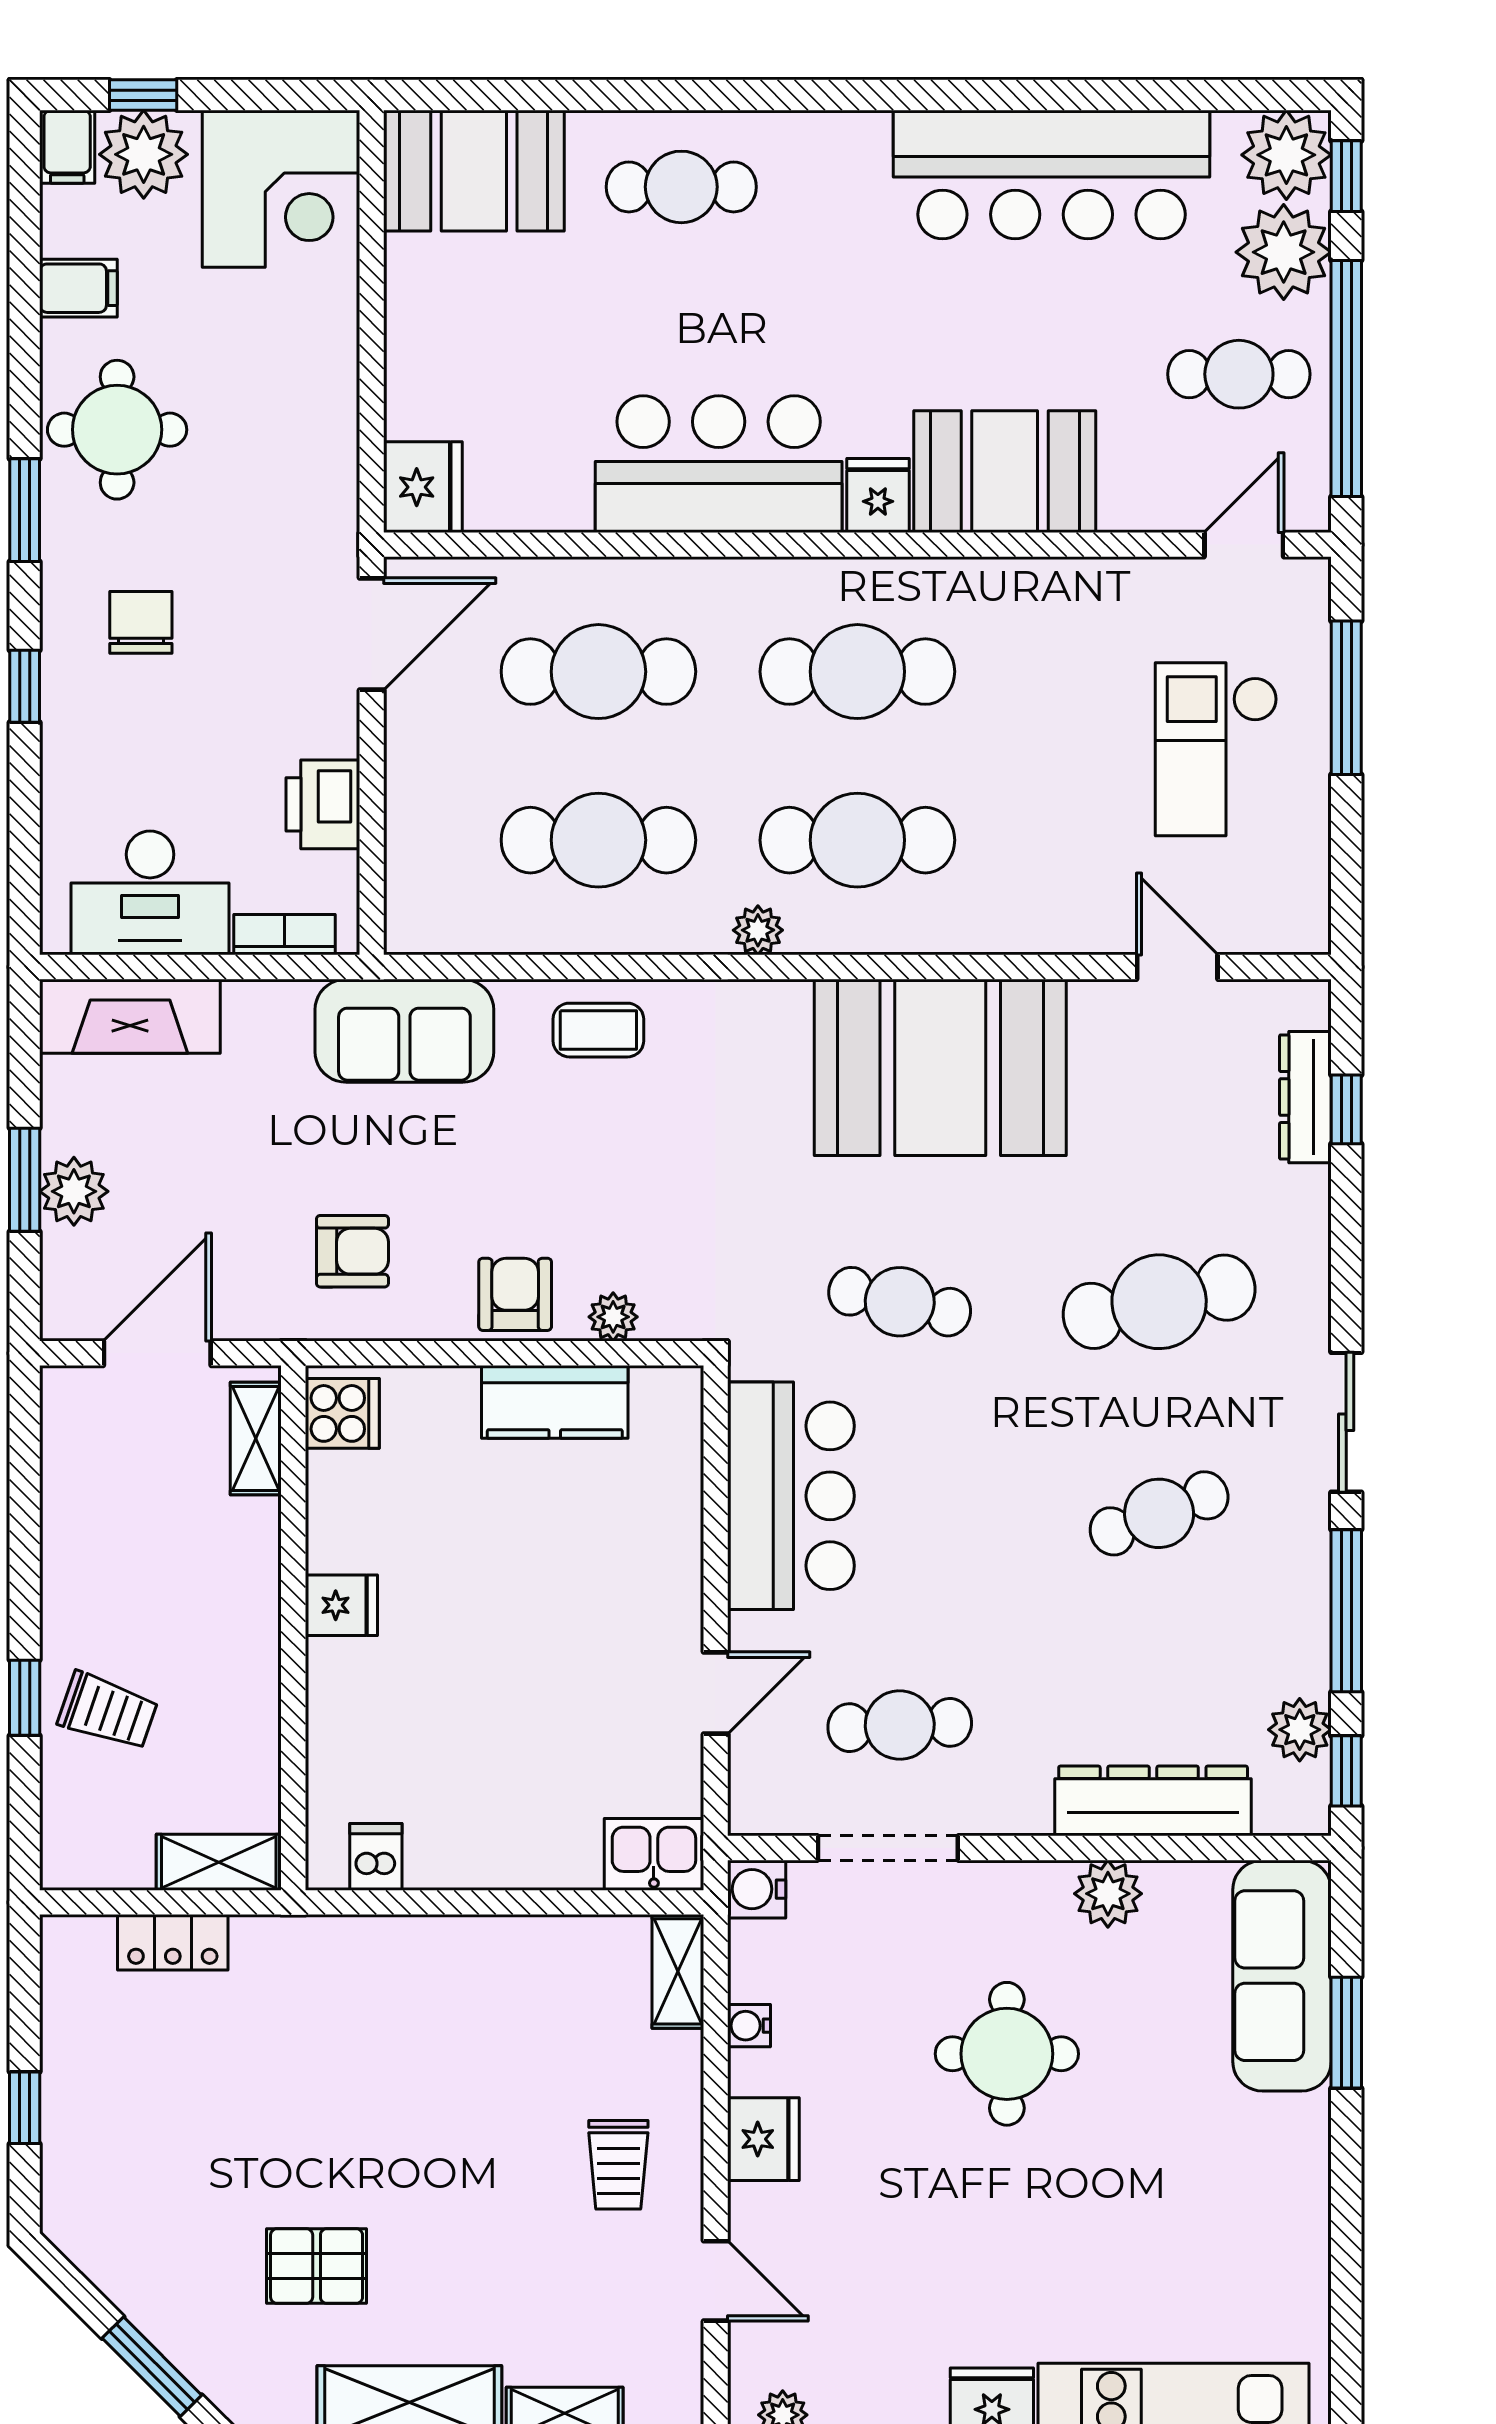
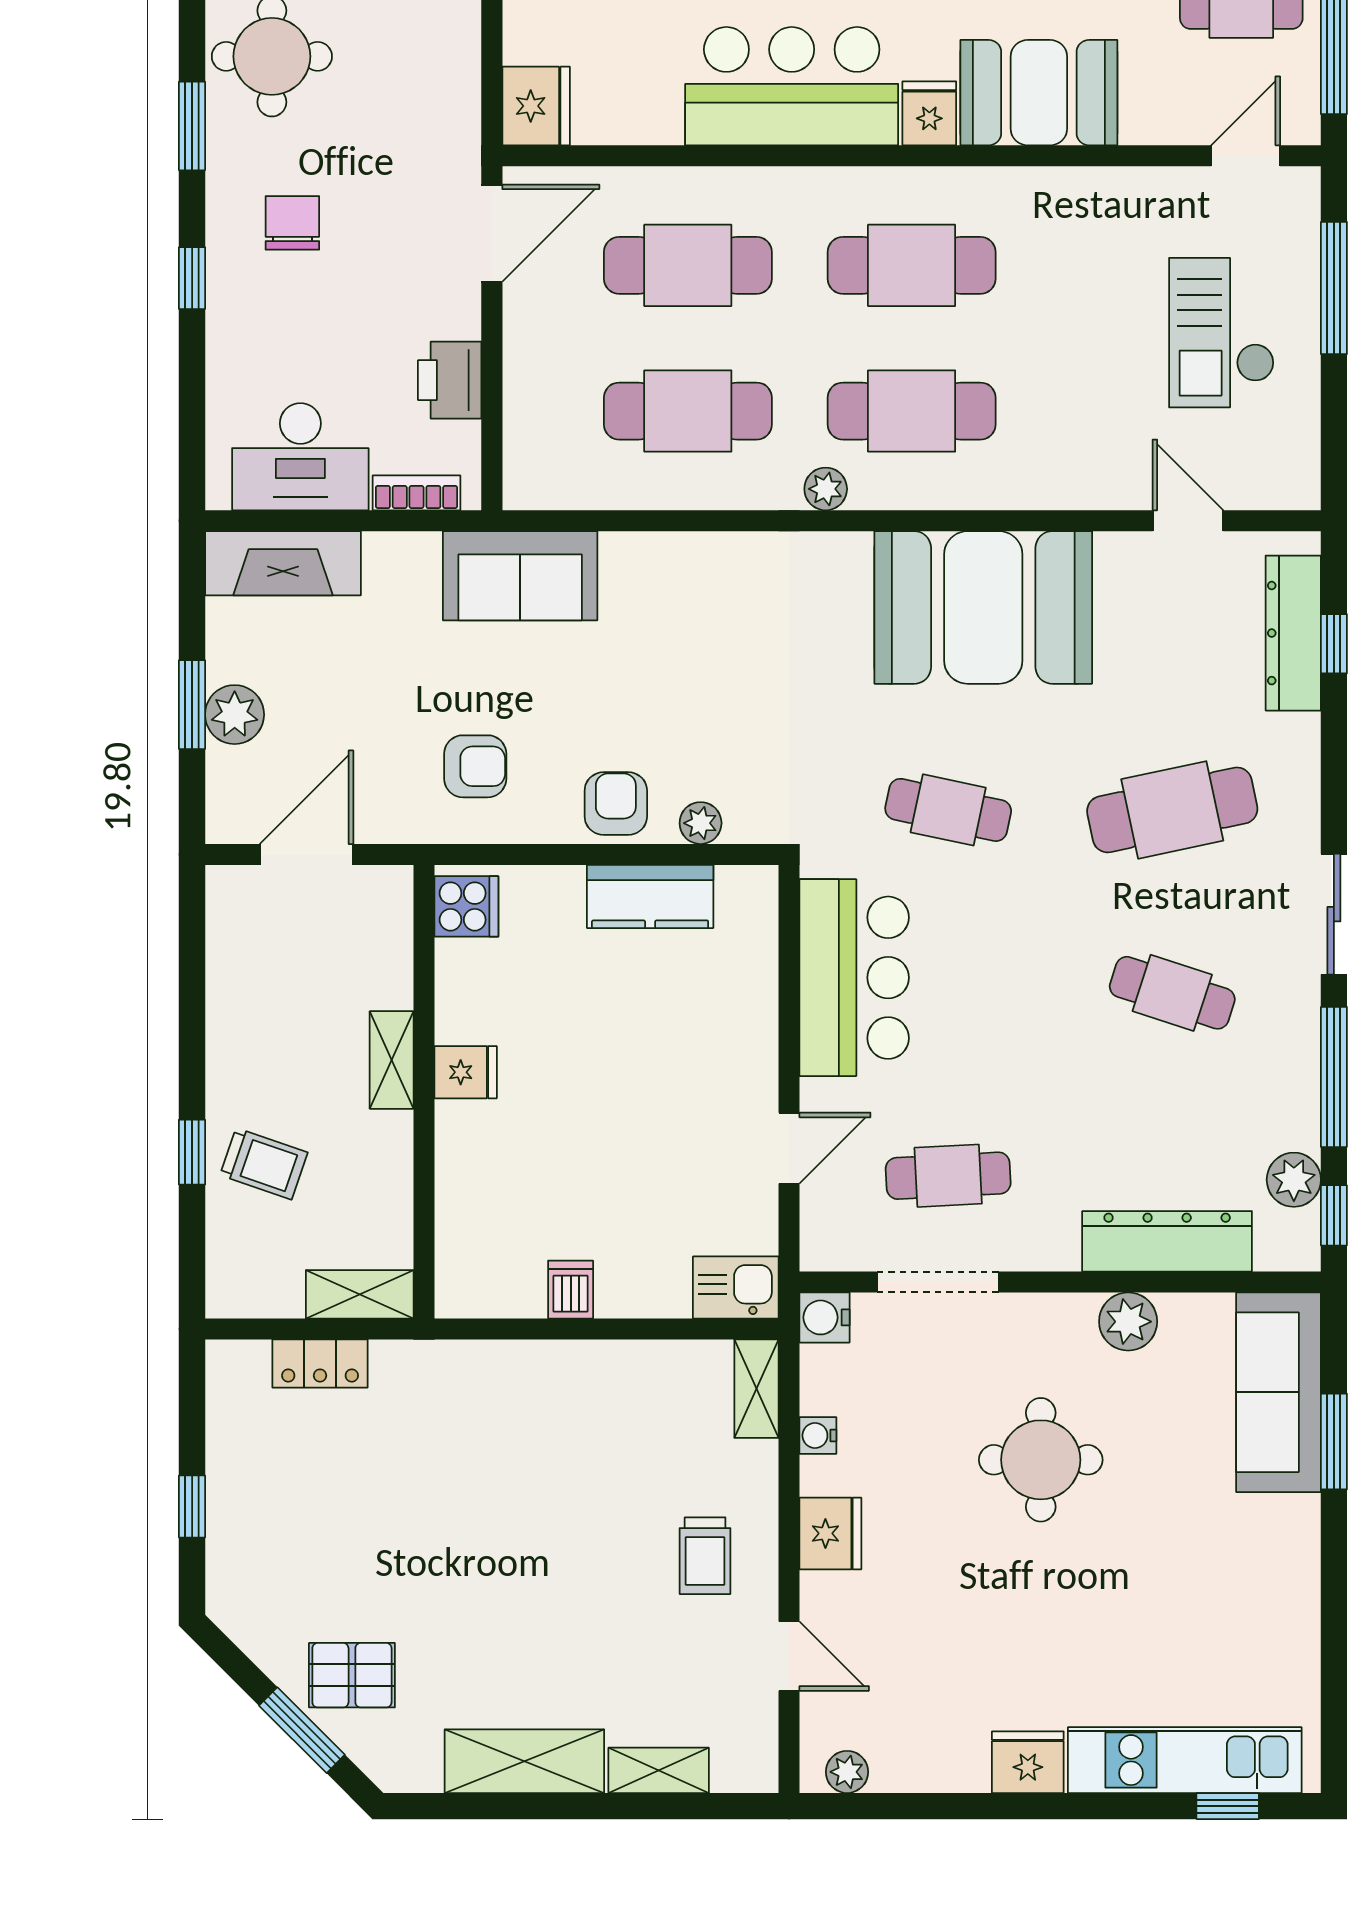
coffee table: (598, 1030) -> (688, 575), removed
dresser: (1305, 1097) -> (1293, 633), width x1.37, depth x1.24
shelving: (256, 1439) -> (392, 1060), moved
cafe table: (1159, 1513) -> (1172, 993), turned 39
dishwasher: (376, 1857) -> (571, 1290), moved
pallet: (317, 2266) -> (352, 1675), moved

